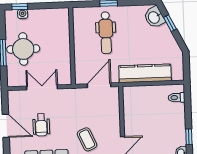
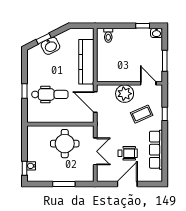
washbasin: (154, 17) -> (50, 46), moved
round table: (23, 49) -> (65, 144), moved
double door: (42, 87) -> (95, 151), swing flipped
plant: (110, 119) -> (125, 94), added

